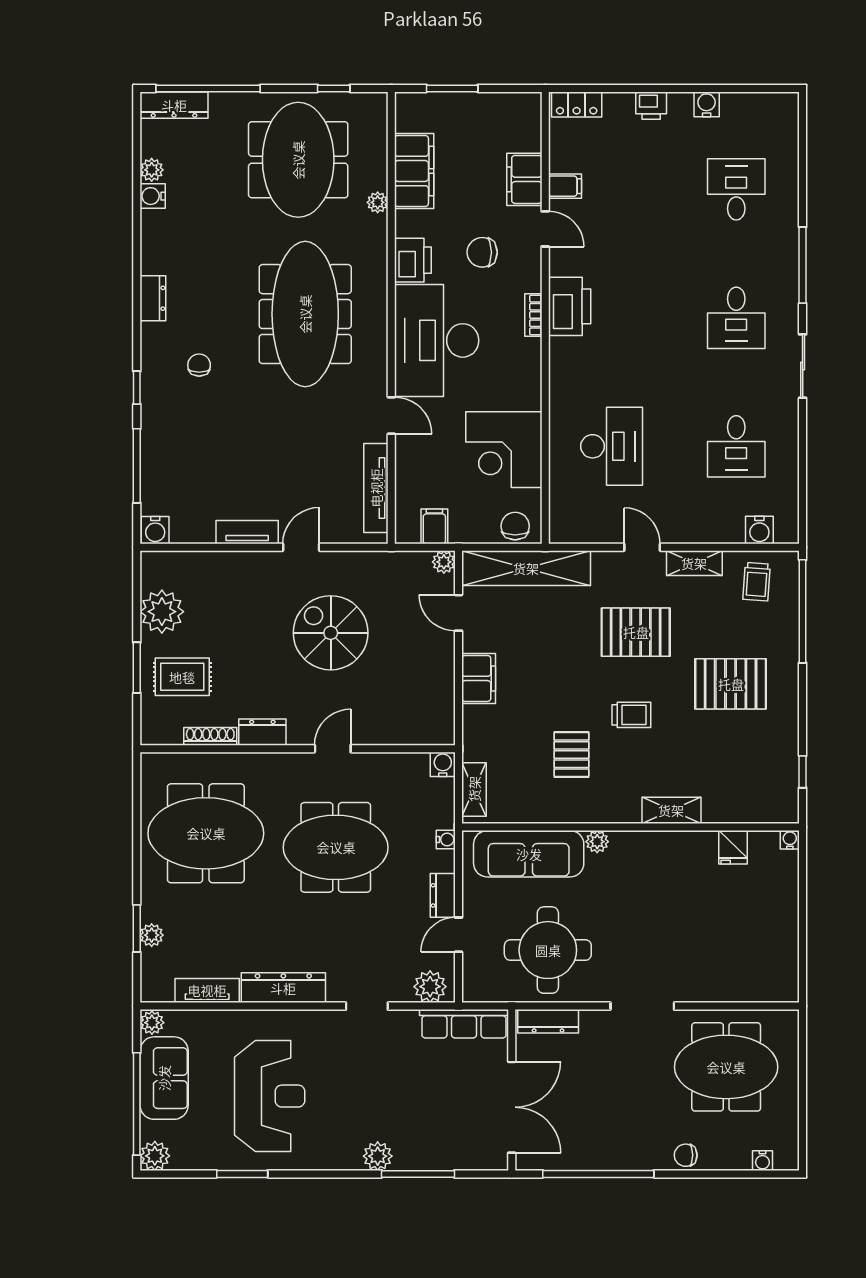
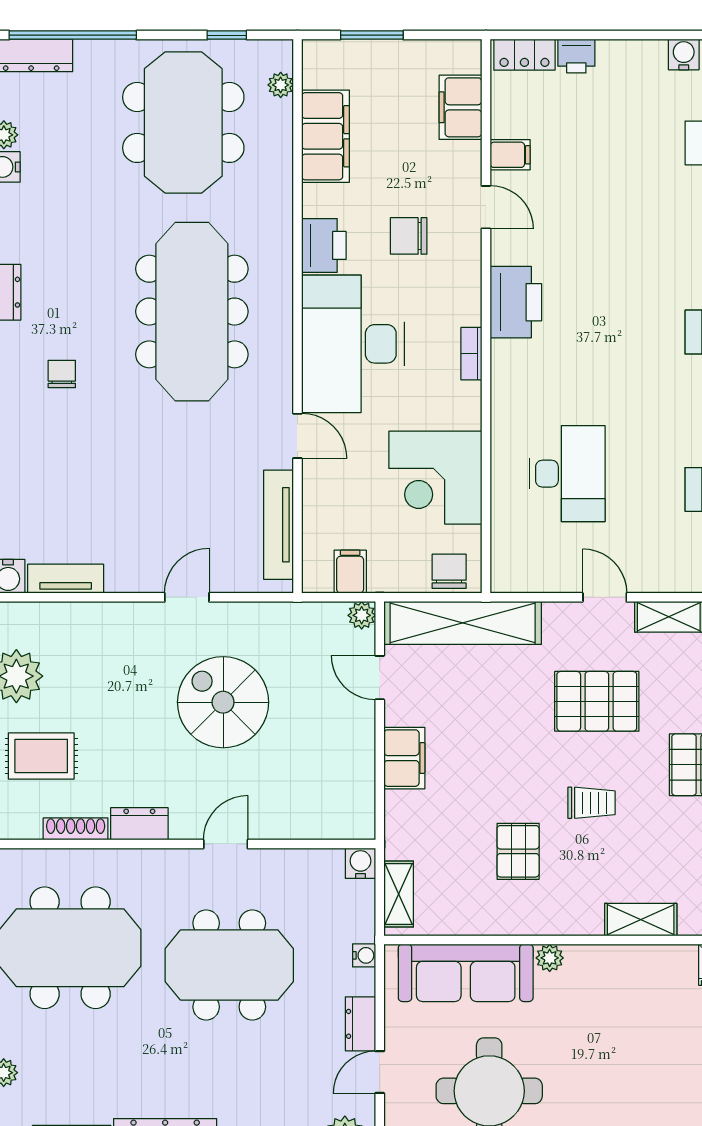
printer: (651, 106) -> (576, 56), moved
filing cabinet: (524, 179) -> (460, 107), moved
plant: (378, 202) -> (281, 85), moved
bookcase: (533, 315) -> (471, 354), moved
tv unit: (247, 532) -> (66, 579), moved

